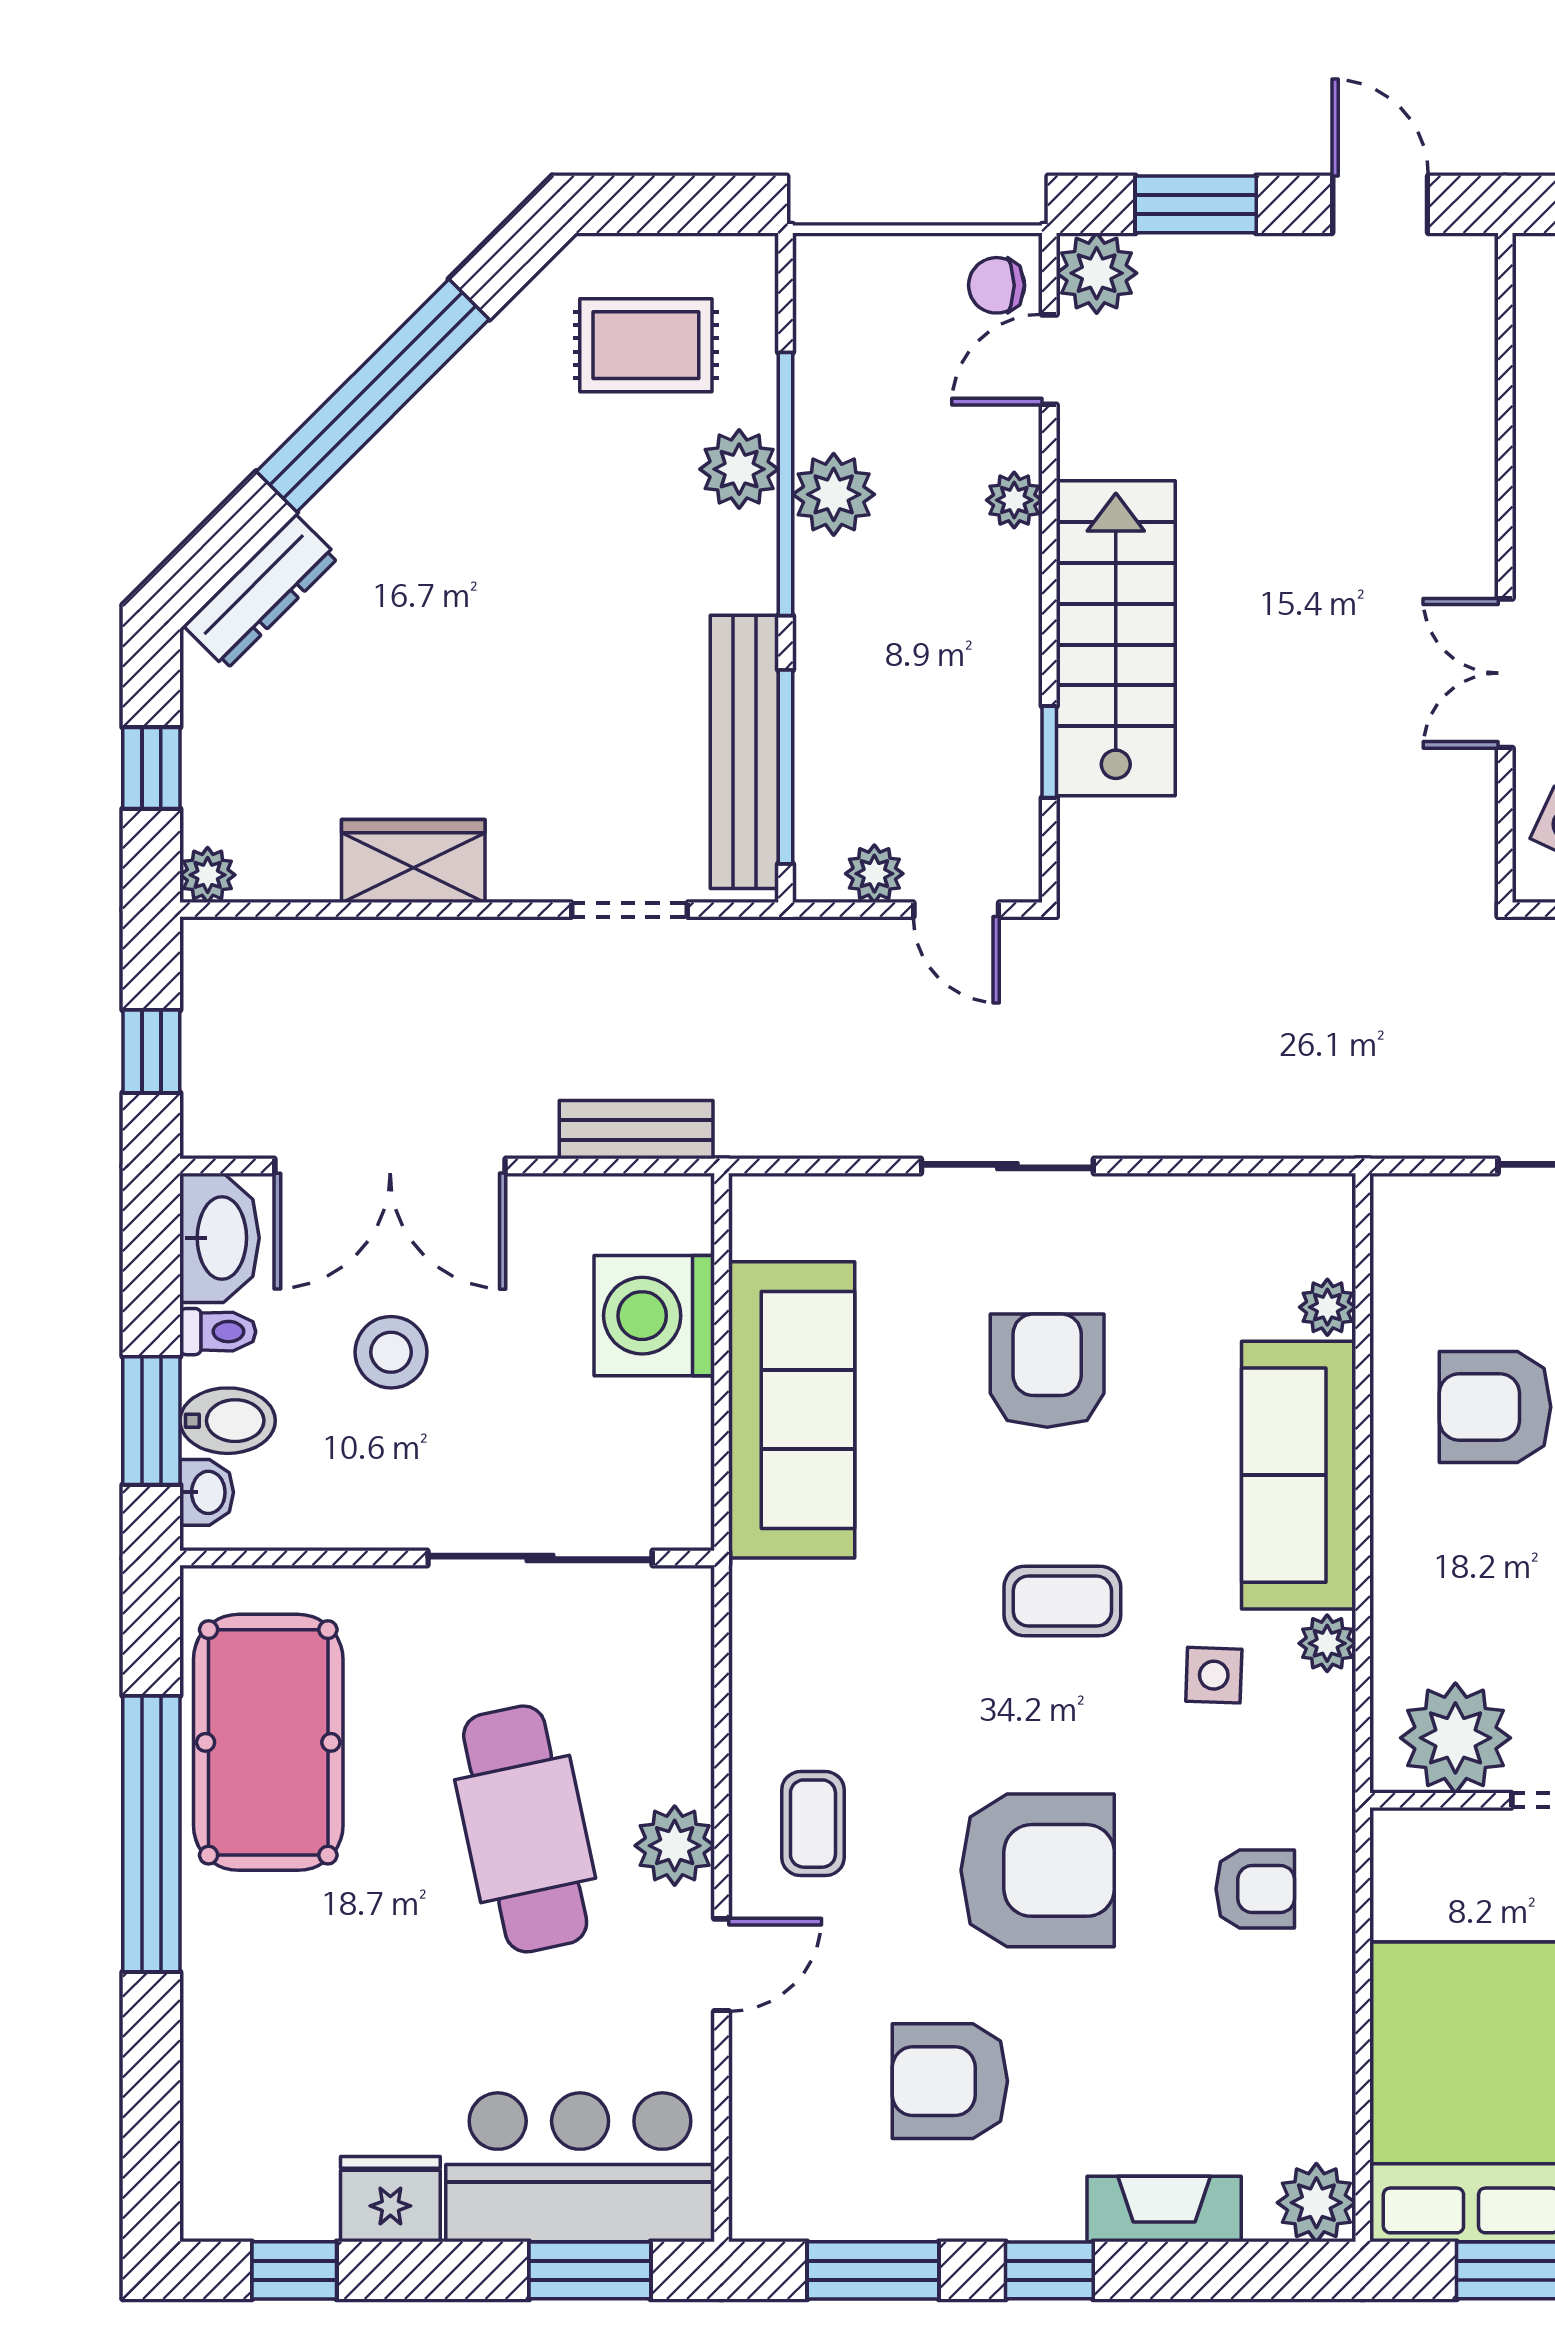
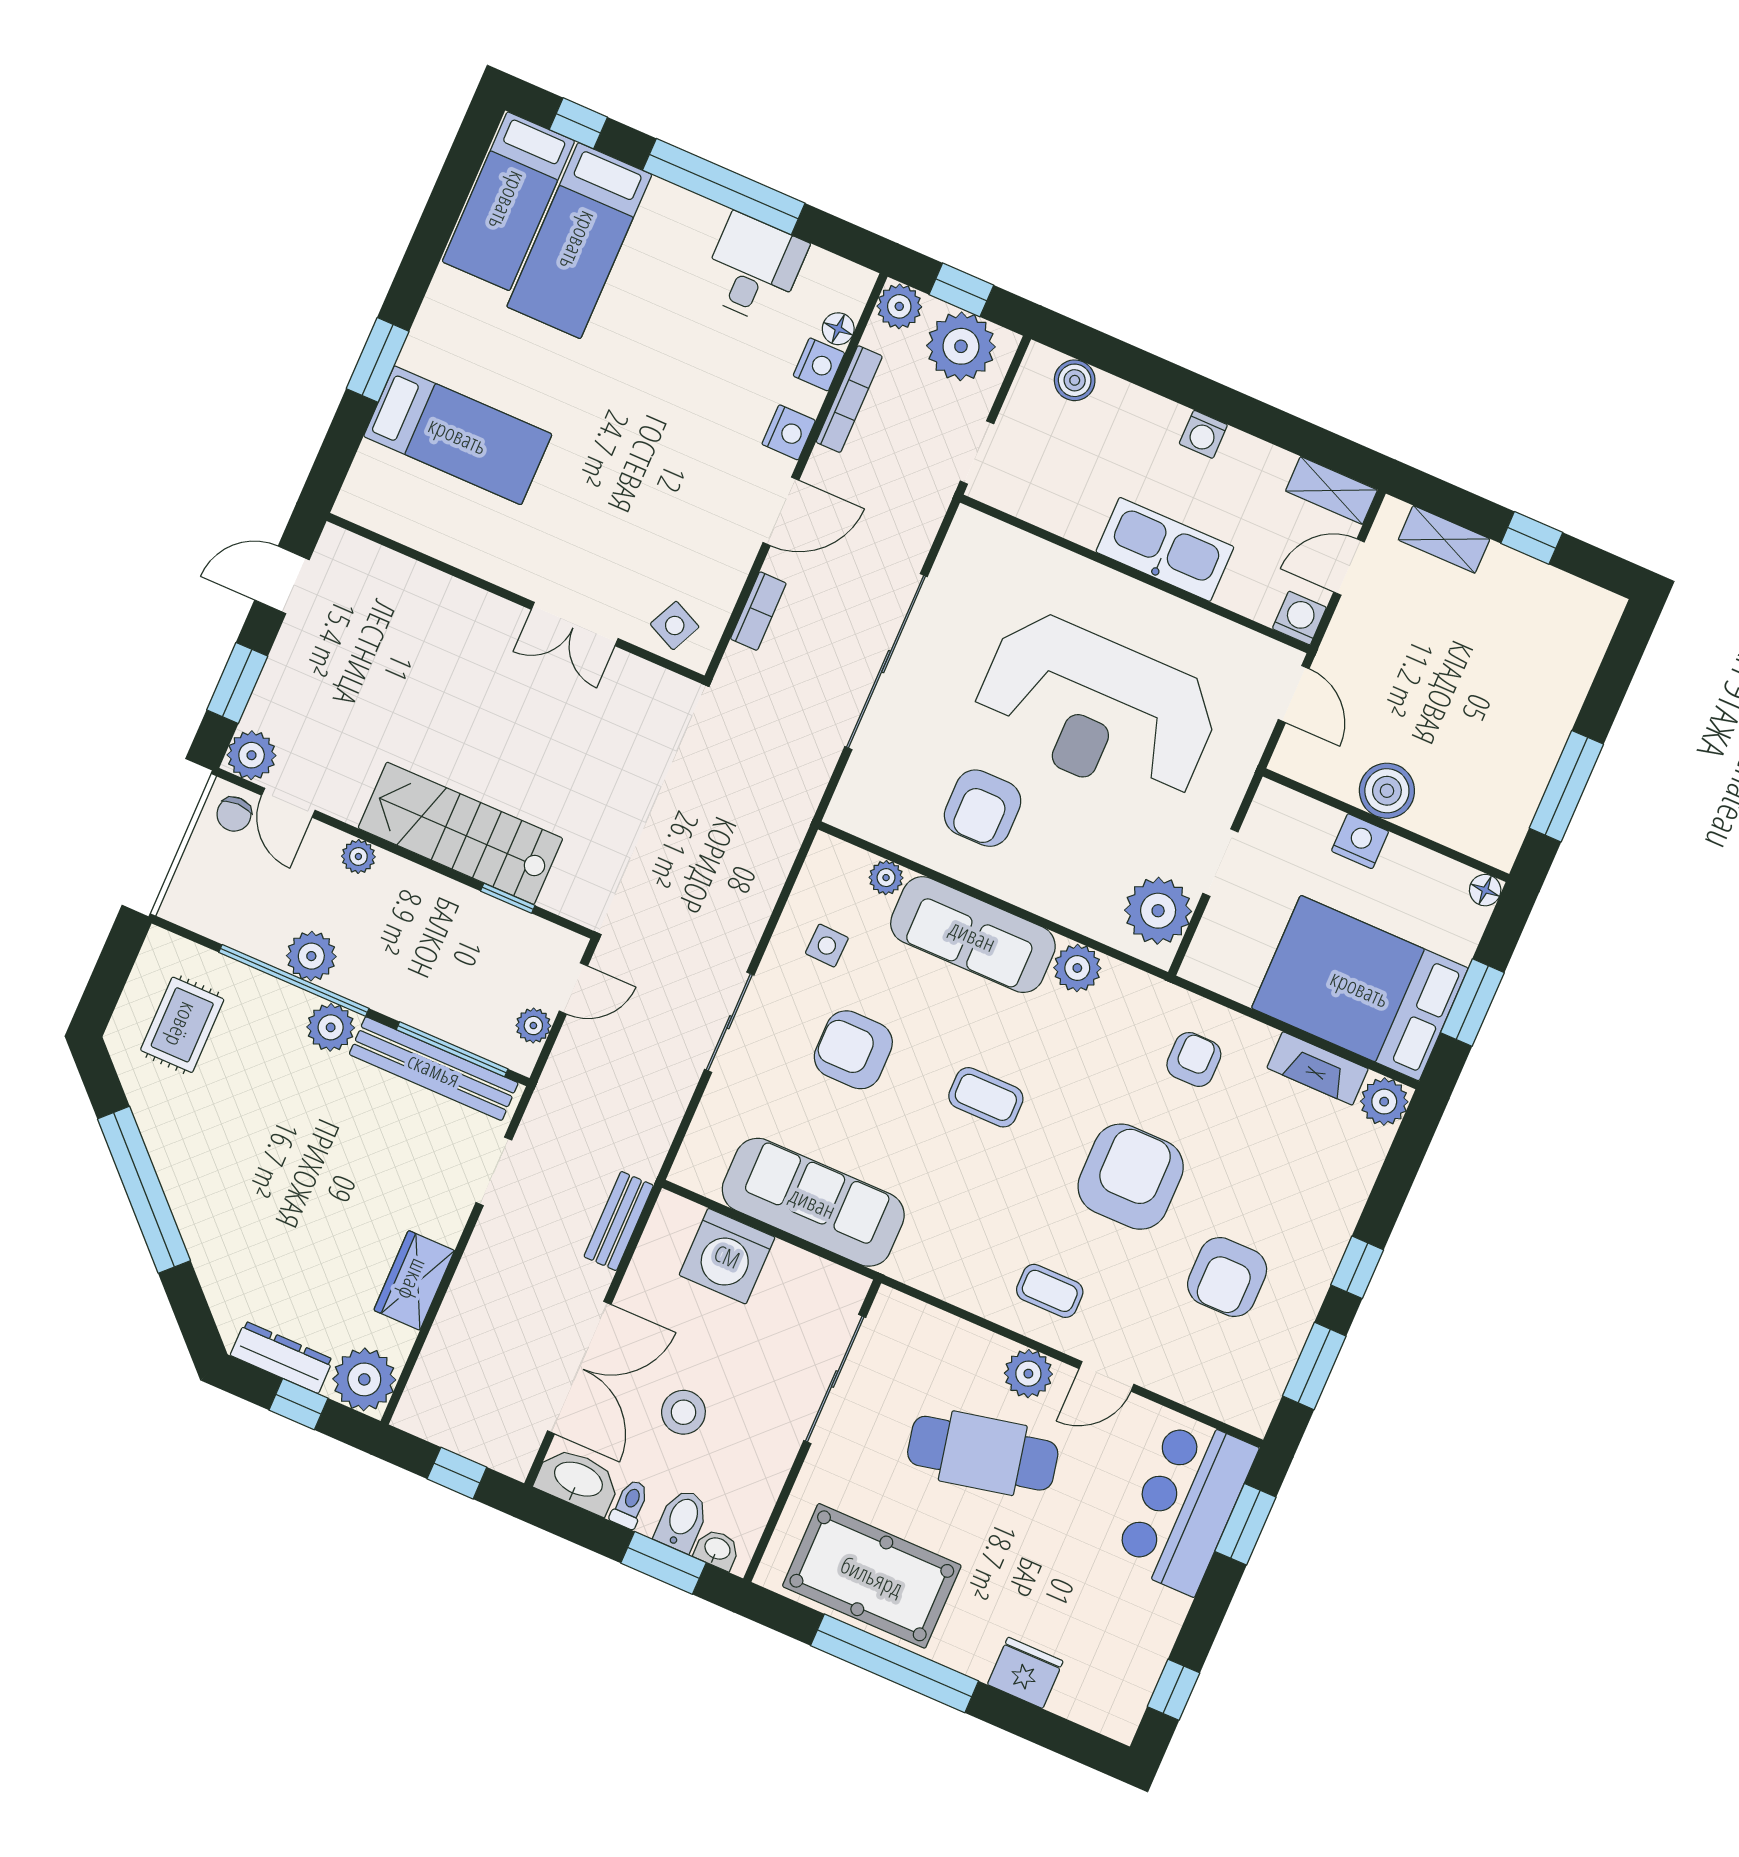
plant: (739, 469) -> (331, 1027), moved
dresser: (261, 592) -> (282, 1357), moved, turned -45
plant: (208, 875) -> (364, 1379), width x1.88, depth x1.88
coffee table: (1062, 1601) -> (986, 1097), turned 90
plant: (1327, 1643) -> (1077, 968), width x1.38, depth x1.38
side table: (1214, 1675) -> (827, 946), moved
door: (721, 1965) -> (1107, 1376), swing flipped
fridge: (390, 2199) -> (1025, 1673), moved, turned 90
fireplace: (1164, 2209) -> (1318, 1068), moved, turned -90

